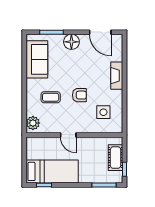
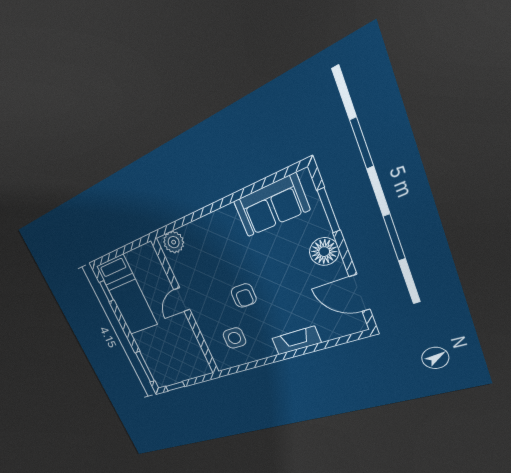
door: (100, 32) -> (360, 293), hinge flipped
coffee table: (51, 97) -> (222, 253), removed
cot: (116, 158) -> (184, 371), removed

